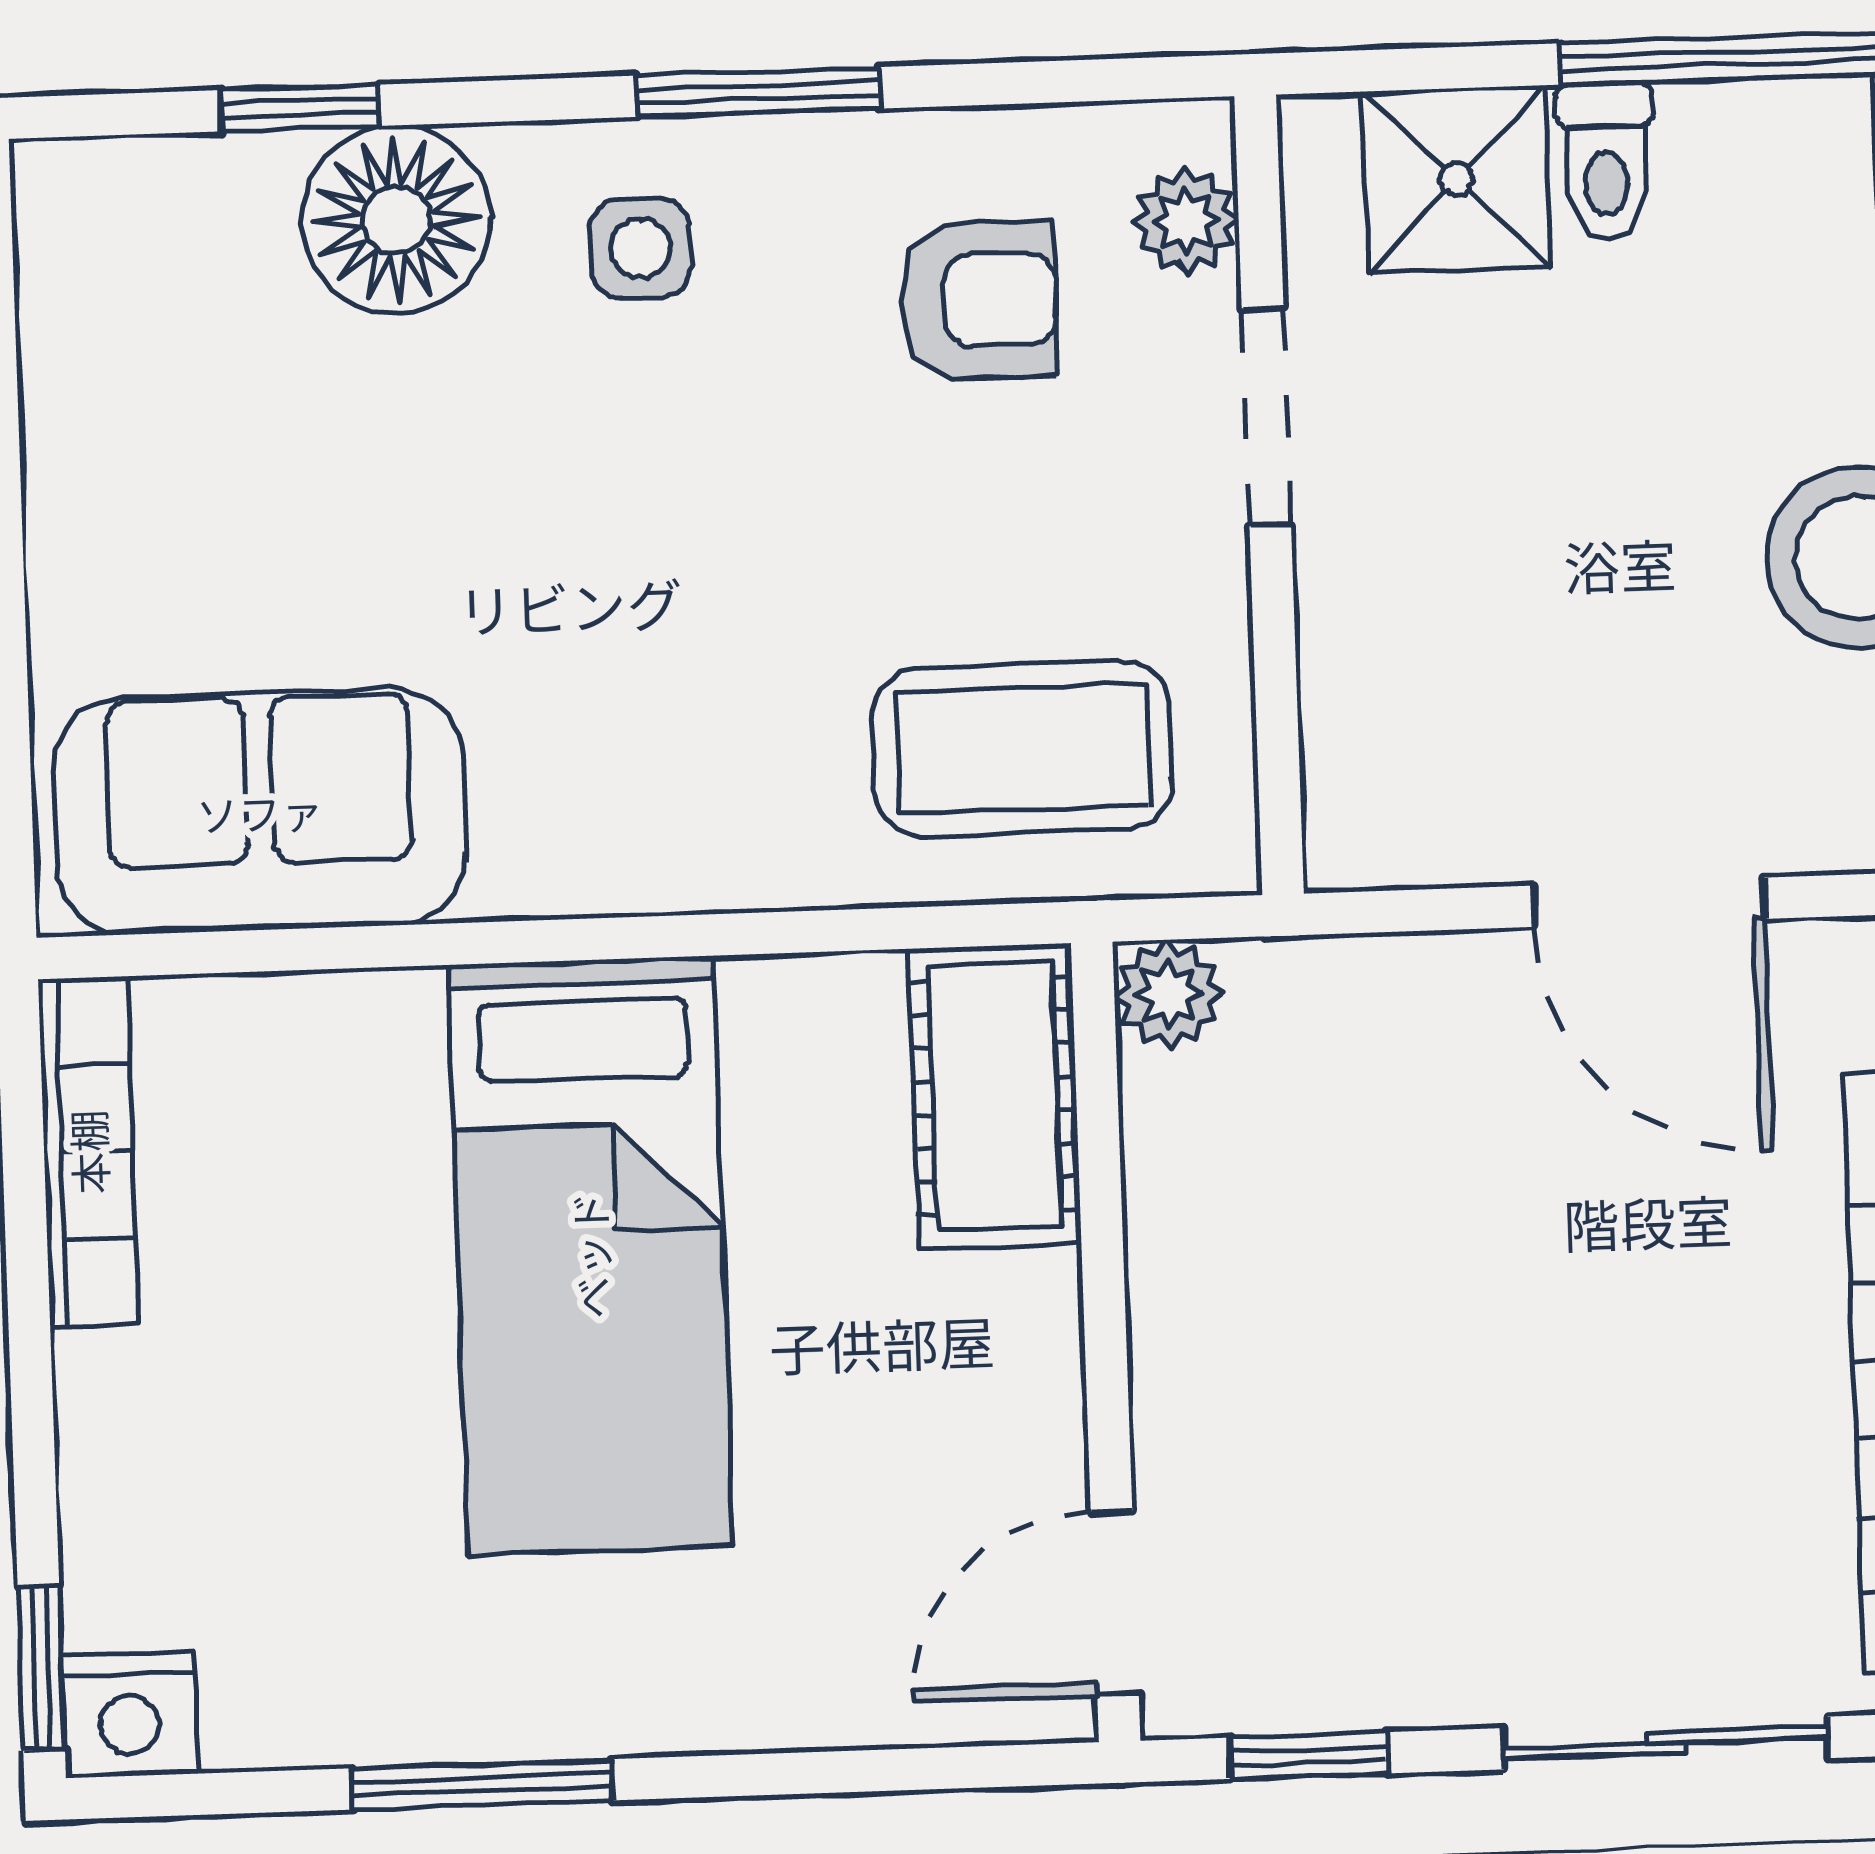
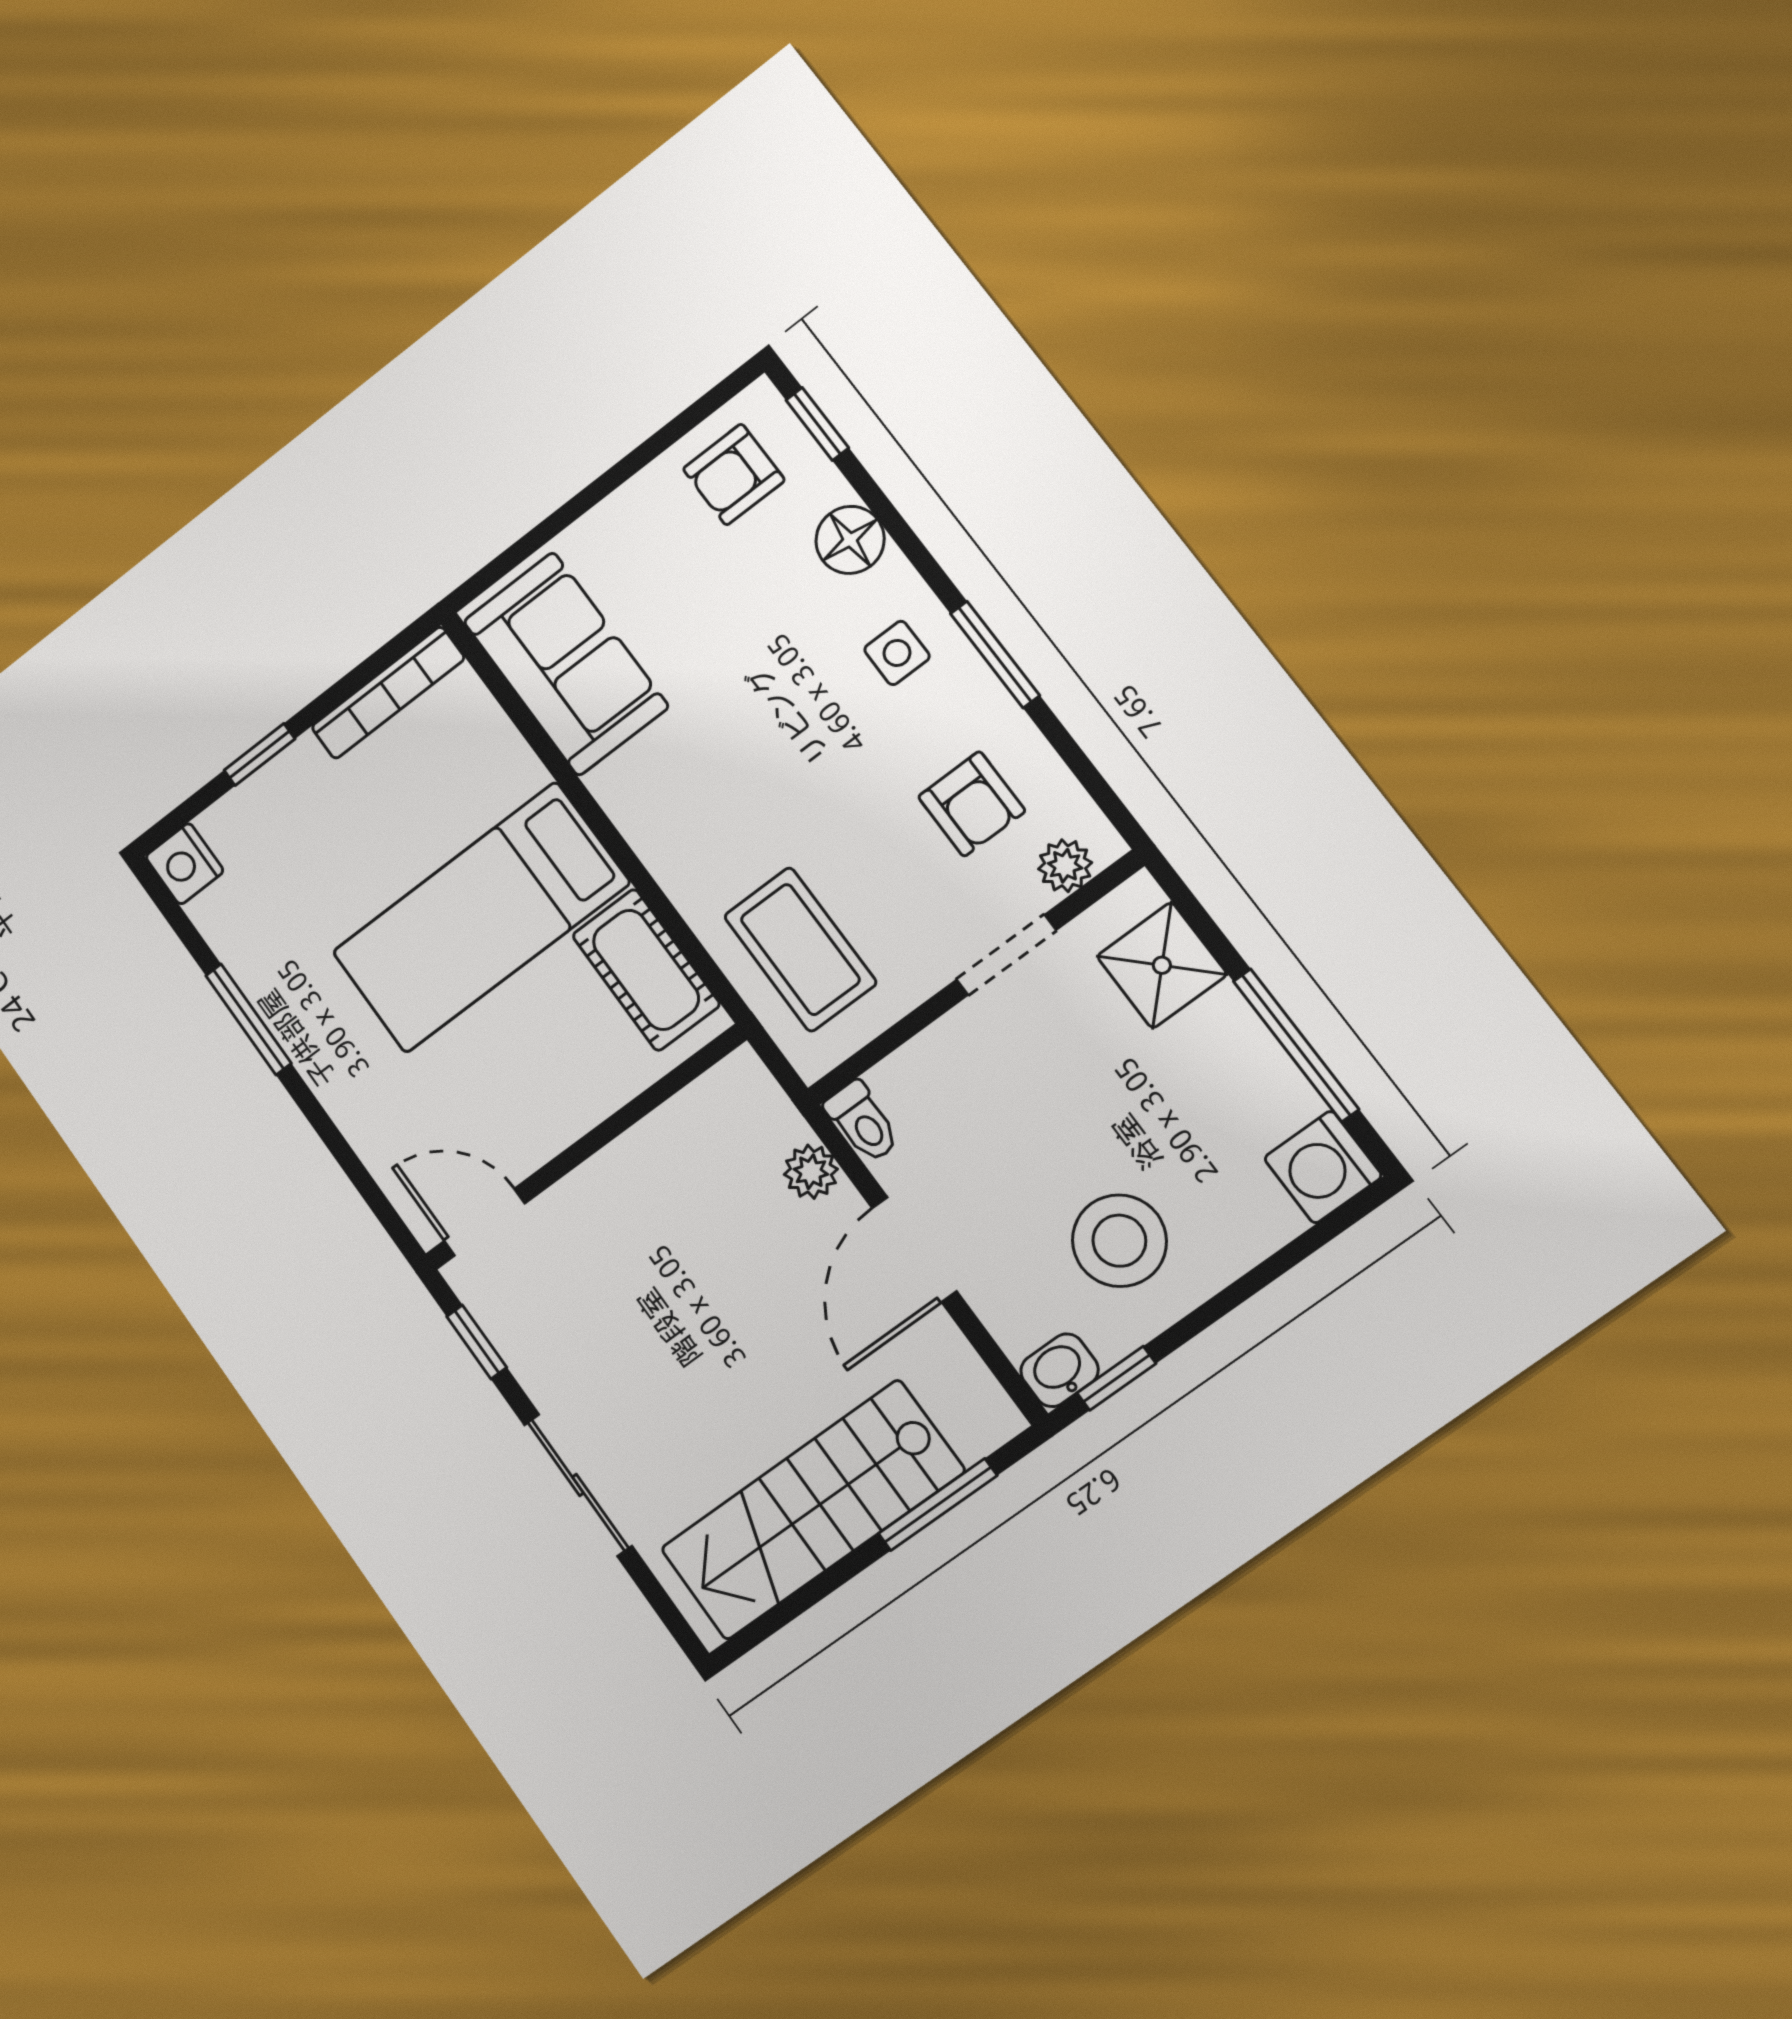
window: (300, 108) -> (817, 424), moved
toilet: (1606, 161) -> (862, 1122), moved, turned -90
floor lamp: (396, 220) -> (850, 540), width x0.73, depth x0.73
armchair: (144, 309) -> (734, 475), added
plant: (1169, 994) -> (811, 1172), moved
cot: (995, 1096) -> (646, 970), moved, turned 90
window: (41, 1669) -> (260, 755), moved

